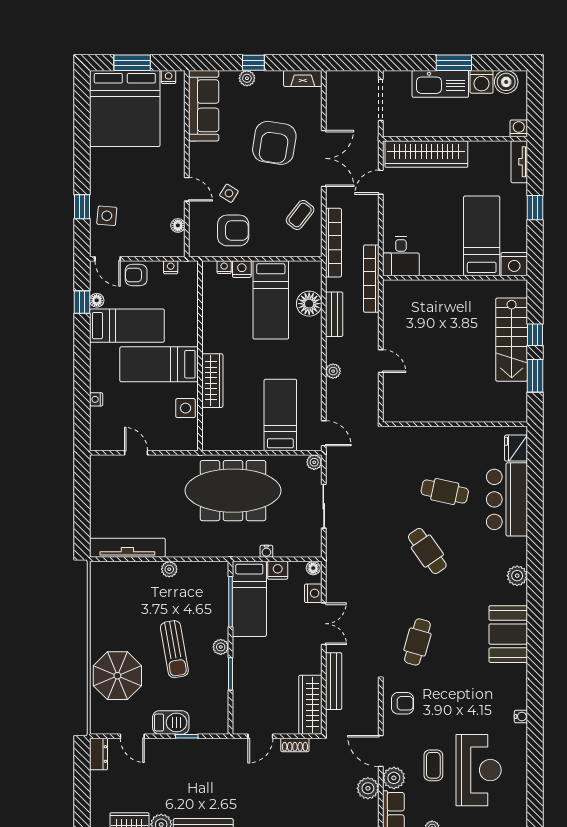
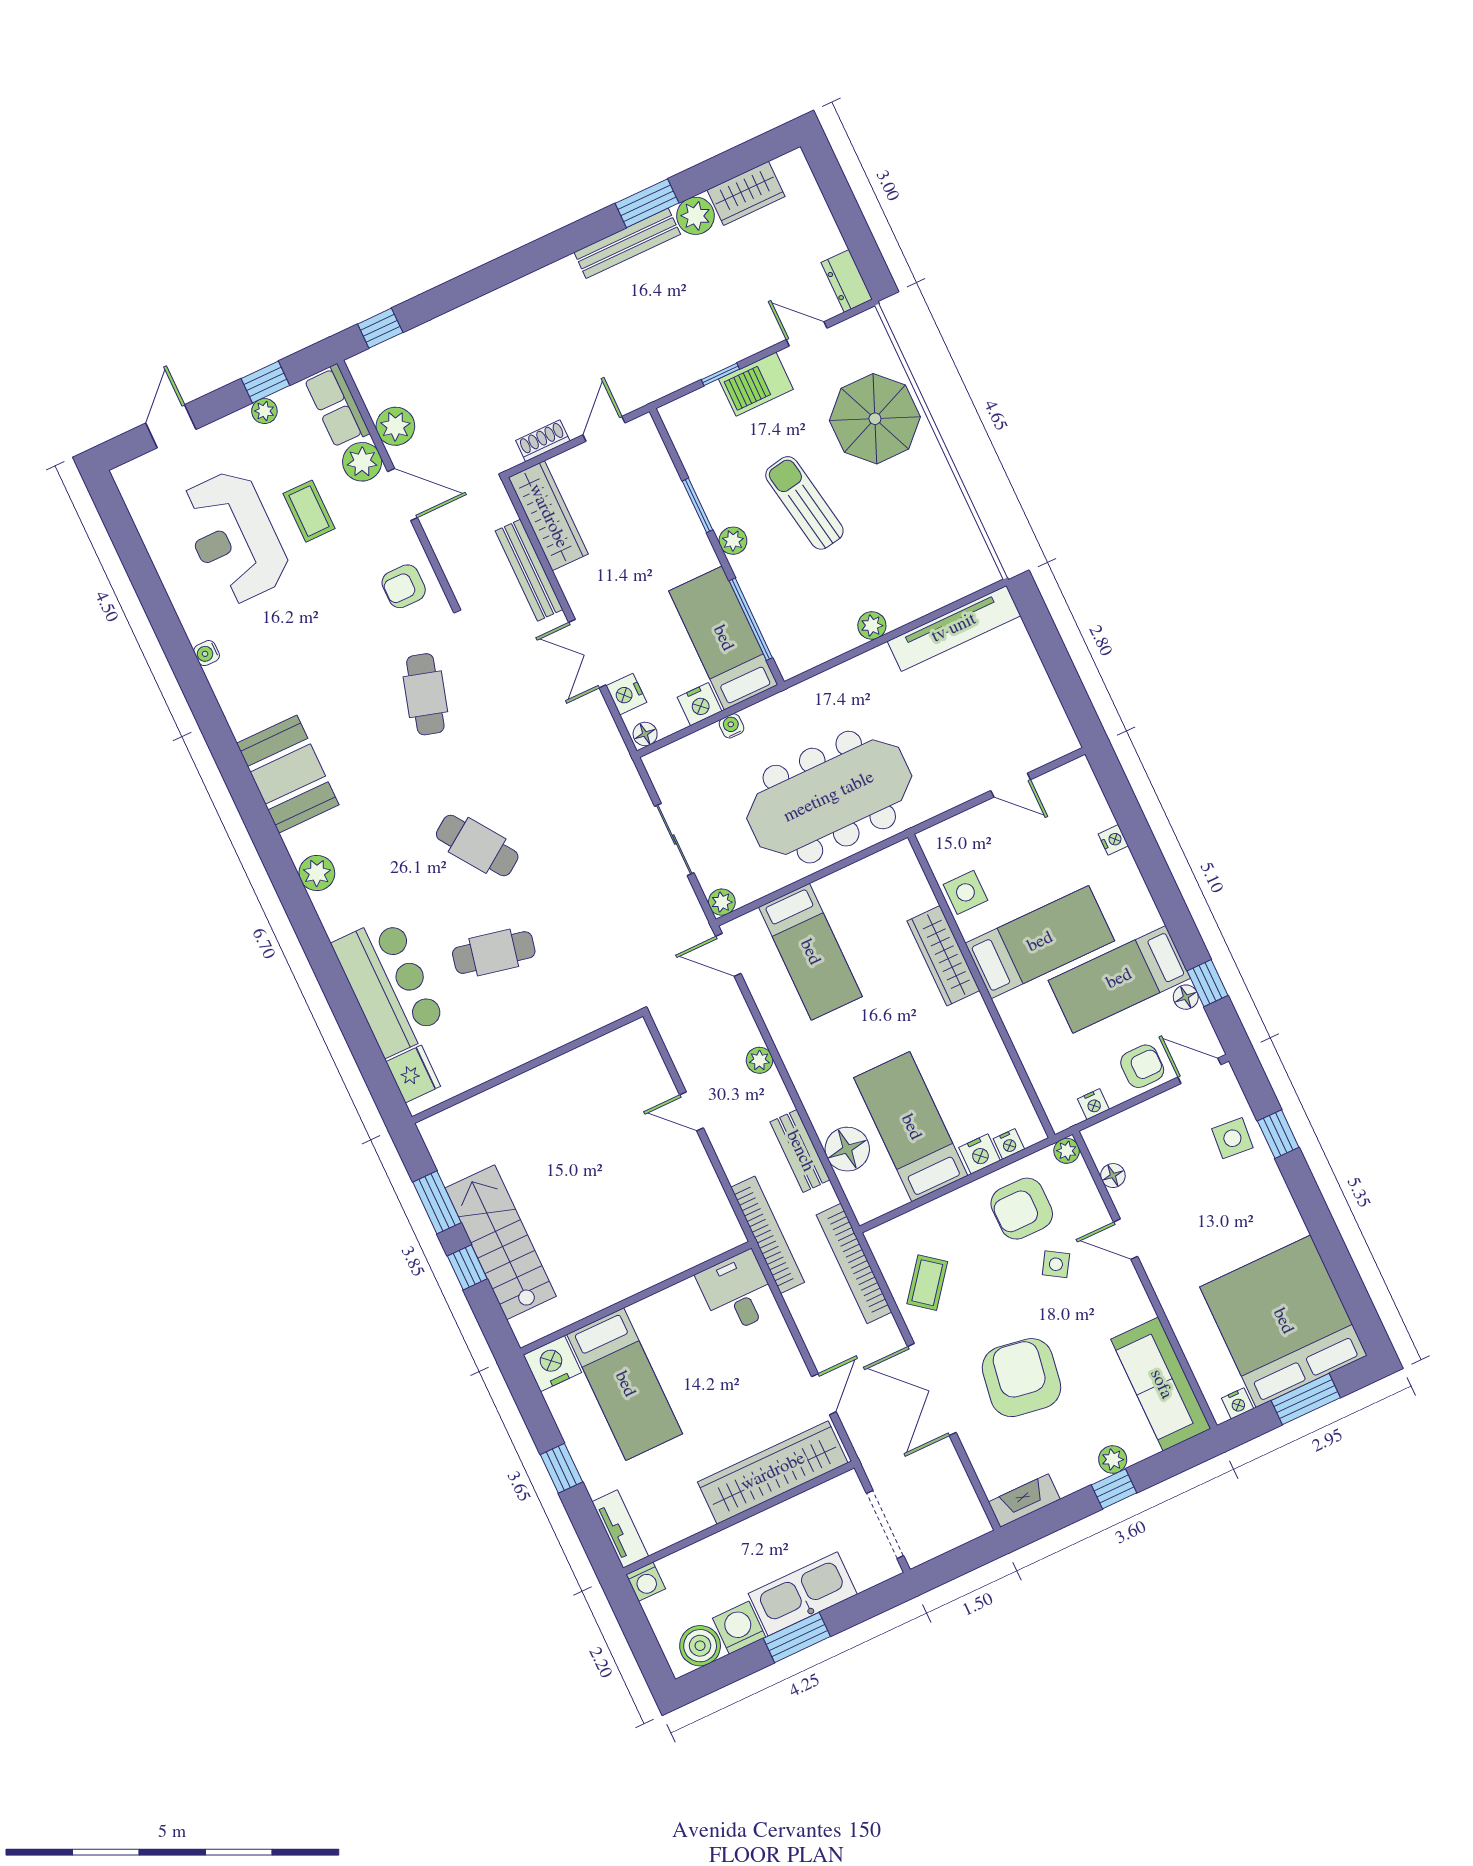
plant: (196, 249) -> (1067, 1151), added

